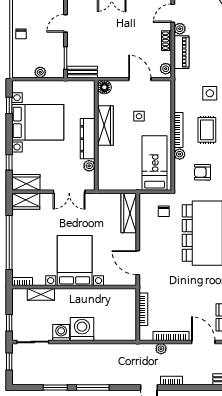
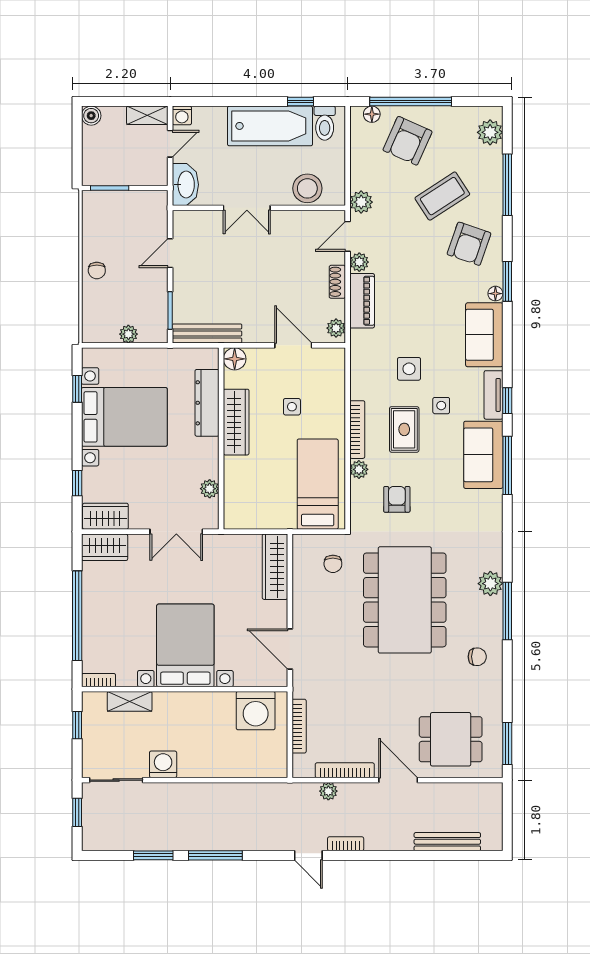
bench: (82, 72) -> (207, 334), width x1.36
dresser: (88, 139) -> (207, 403), moved
armchair: (202, 172) -> (397, 499), turned 90
window: (9, 323) -> (77, 725), moved
washing machine: (82, 329) -> (256, 711), moved, turned 180

